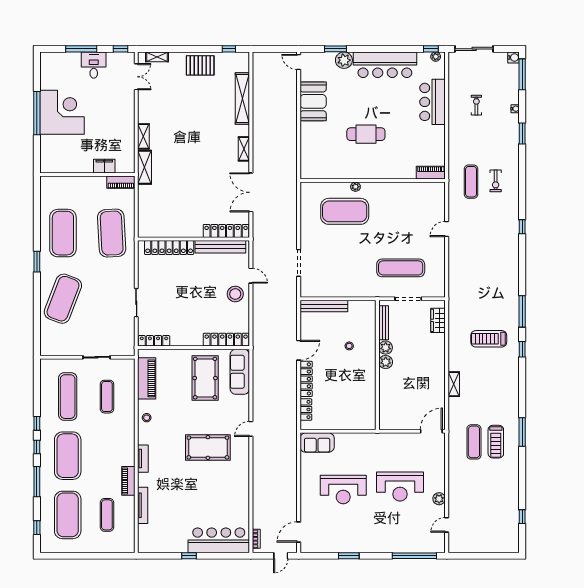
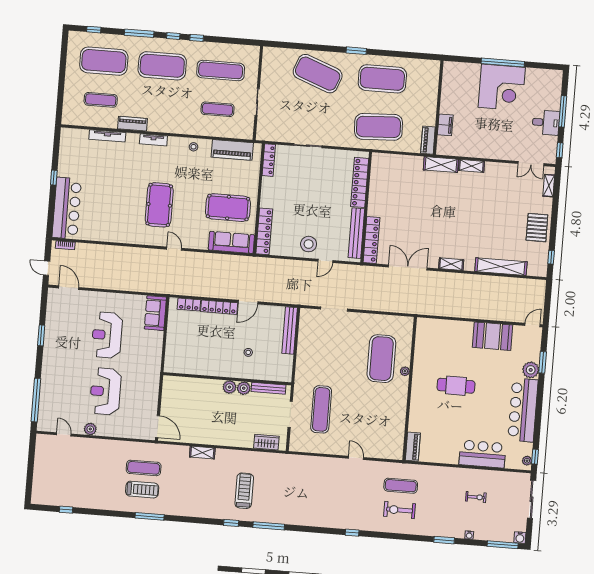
cafe table: (366, 134) -> (456, 386), turned 90
exercise bike: (496, 181) -> (400, 510), width x1.38, depth x1.39
door: (299, 350) -> (248, 302), hinge flipped
treadmill: (496, 442) -> (142, 490), turned 180

